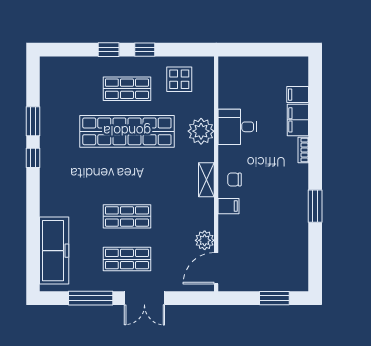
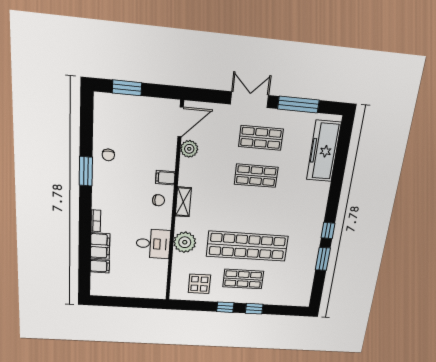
chair: (292, 226) -> (108, 155), added

